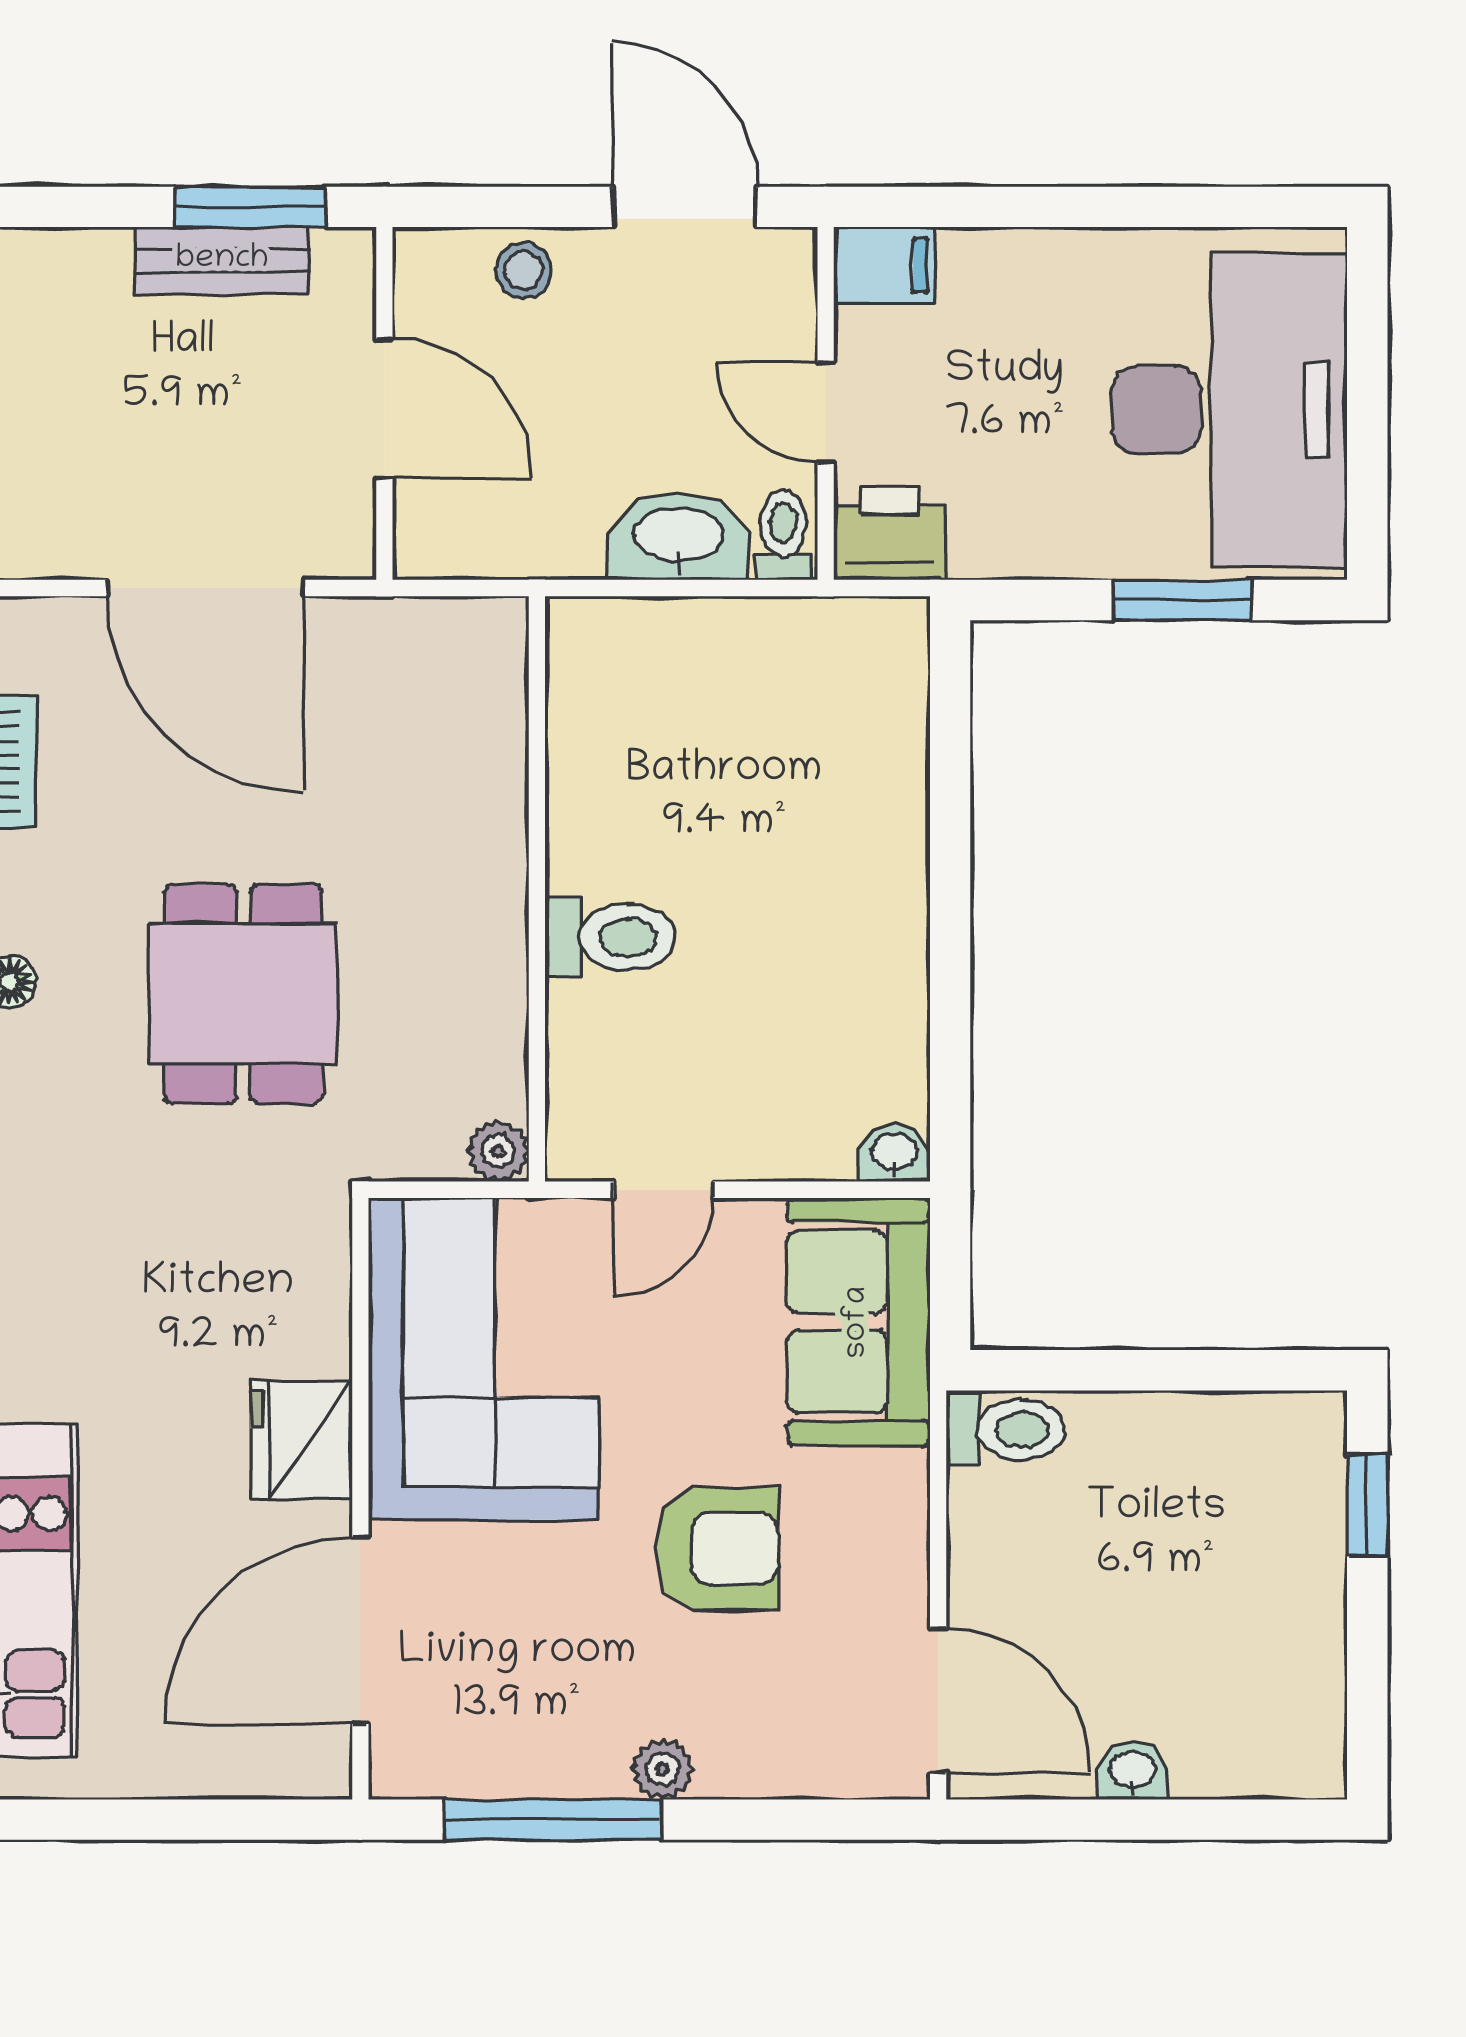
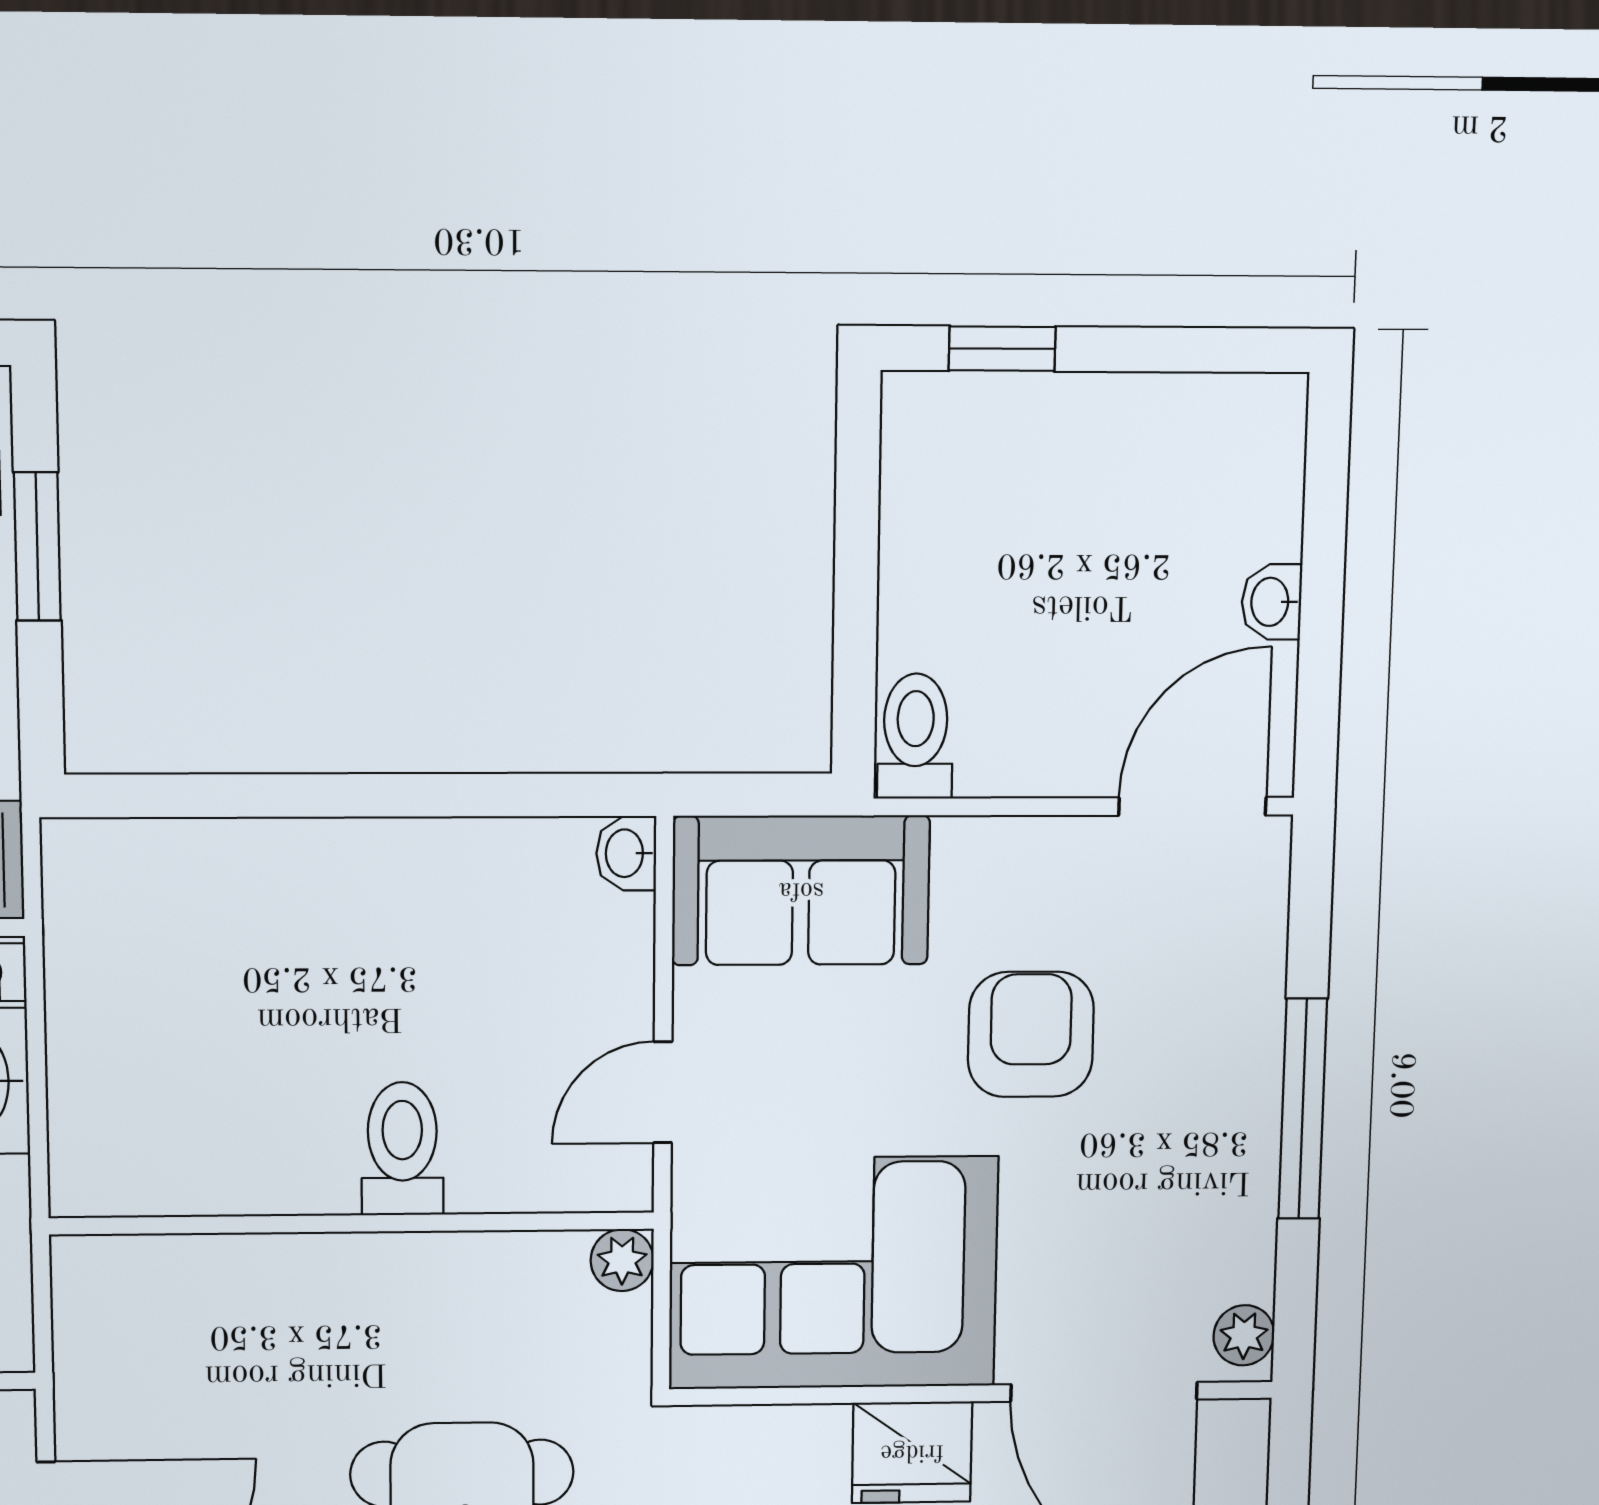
door: (663, 1190) -> (663, 1092), swing flipped
plant: (663, 1769) -> (1244, 1335), moved
window: (553, 1820) -> (1303, 1109), moved

